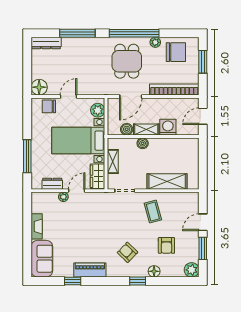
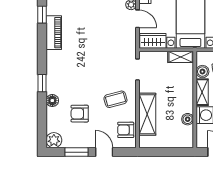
boiler: (143, 143) -> (188, 119), moved
shelving: (113, 161) -> (181, 57), moved
armchair: (127, 252) -> (126, 130), moved, turned -134

